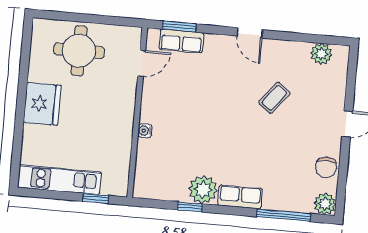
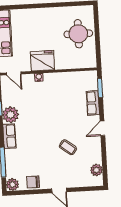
row of seats: (181, 41) -> (93, 103), moved
door: (142, 63) -> (14, 73), moved
fridge: (42, 104) -> (42, 61), moved, turned 180

